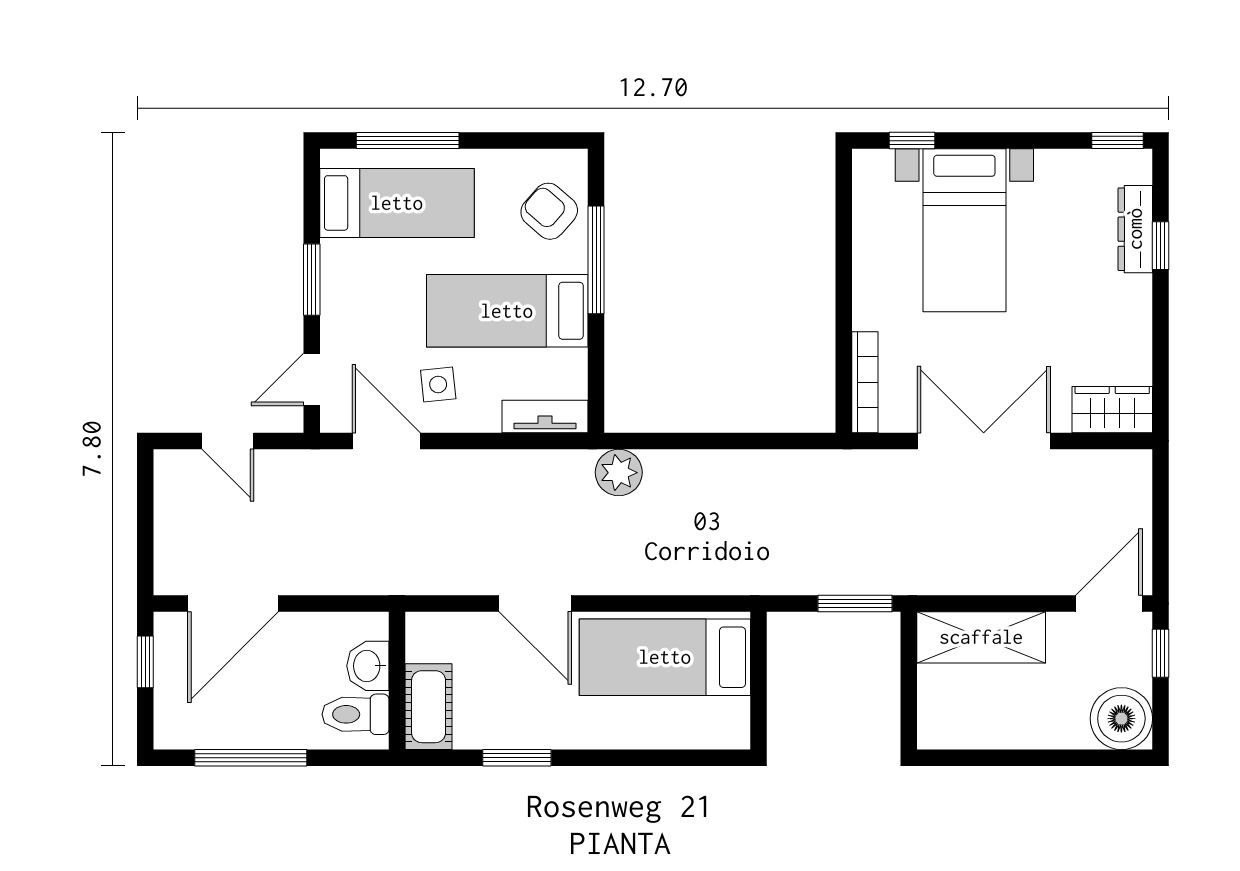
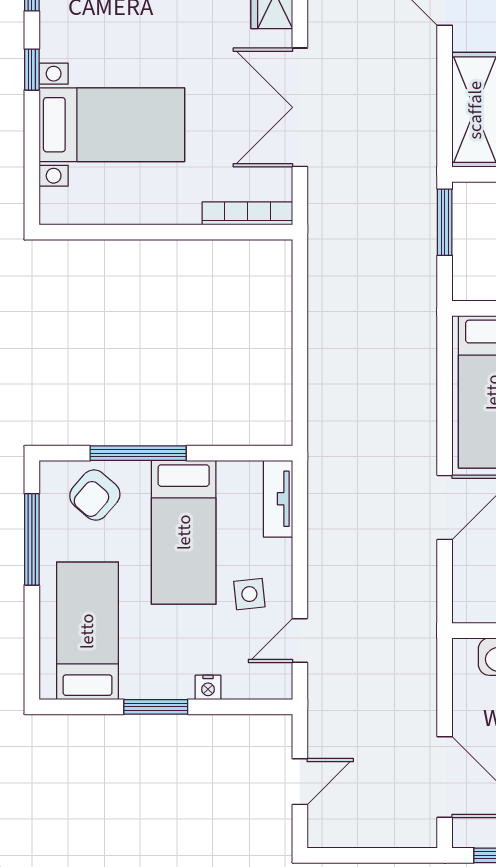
window: (408, 141) -> (32, 539), moved
window: (912, 141) -> (32, 70), moved
nightstand: (334, 338) -> (208, 687), added
door: (312, 379) -> (245, 707), removed
door: (386, 441) -> (300, 640), width x0.73
plant: (619, 473) -> (328, 433), removed

